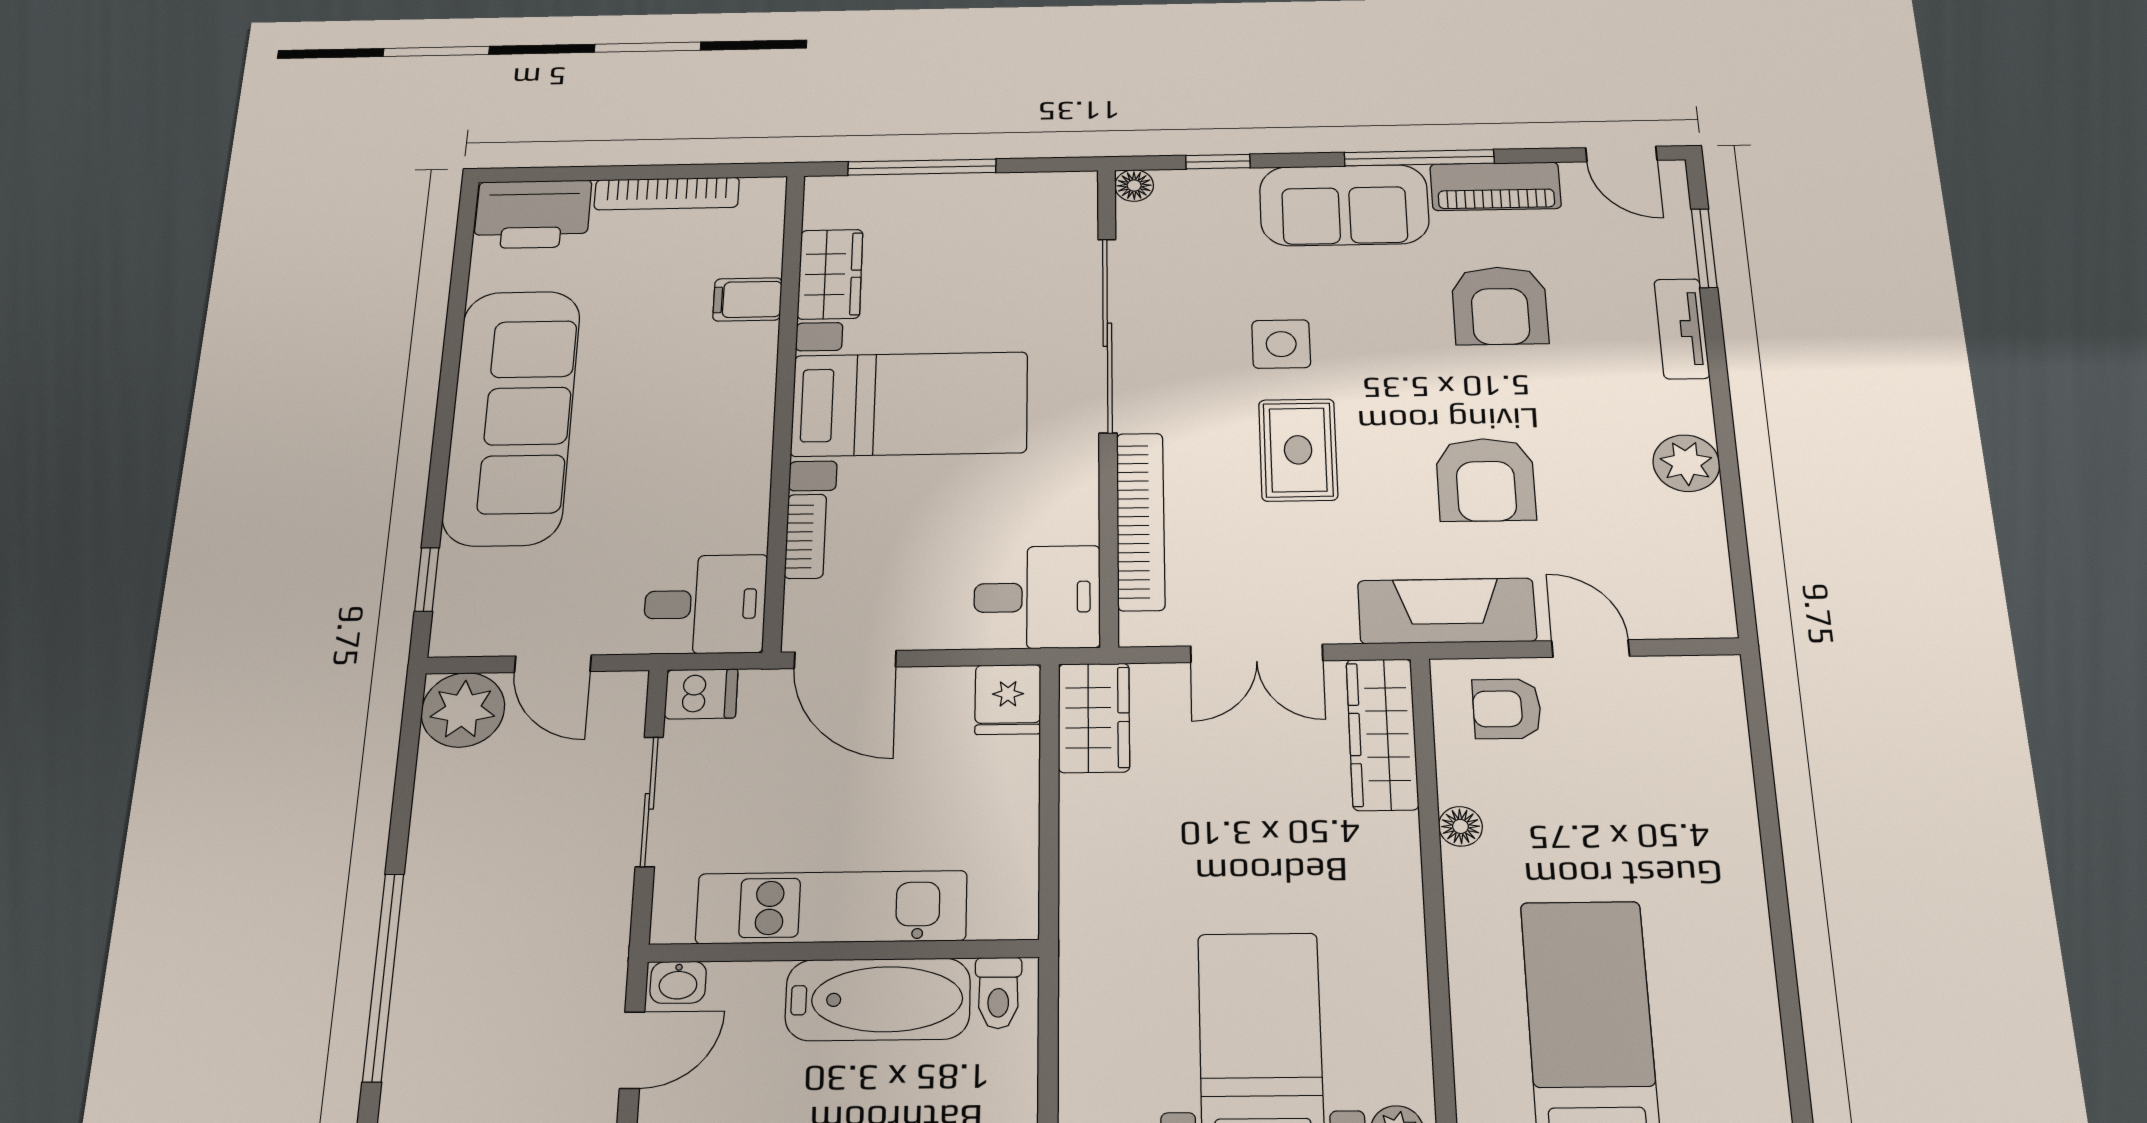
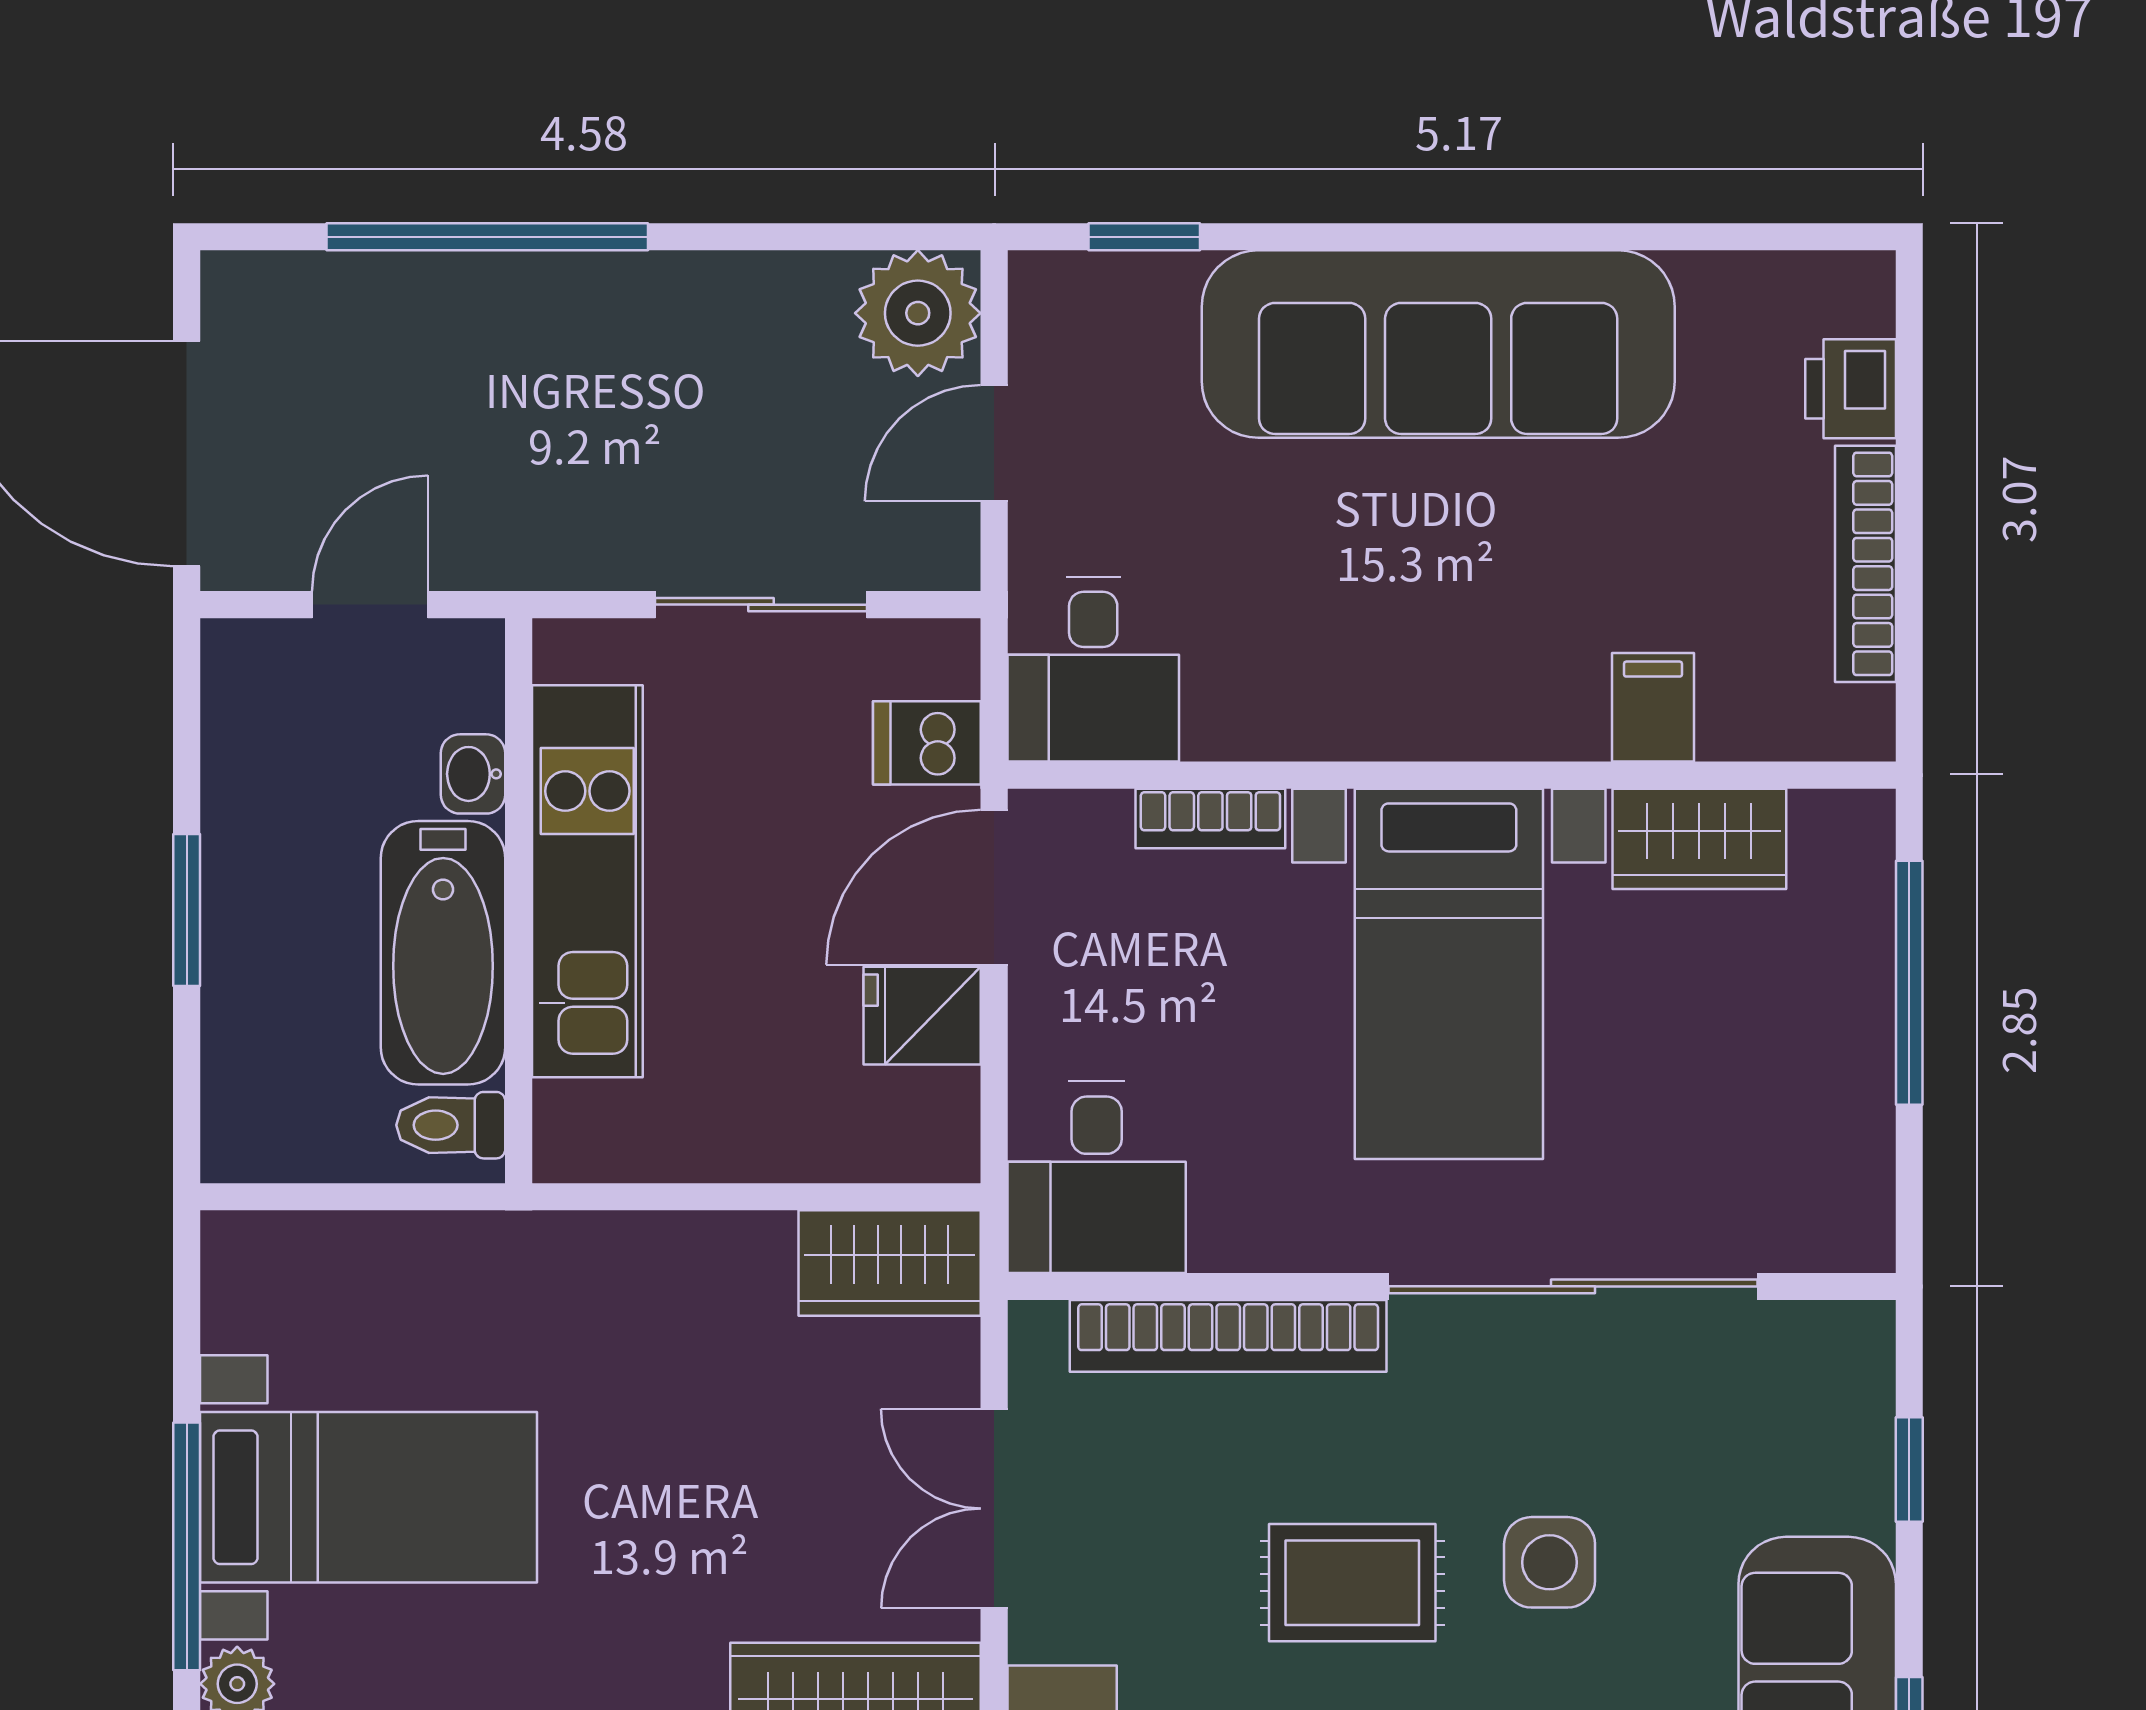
floor lamp: (1134, 186) -> (1864, 1332), removed
printer: (533, 214) -> (1851, 389), width x0.53, depth x0.68
dishwasher: (701, 694) -> (927, 743), moved, turned 90
fridge: (1008, 699) -> (922, 1016), moved
washbasin: (678, 982) -> (473, 774), moved
door: (632, 1050) -> (370, 605), swing flipped

